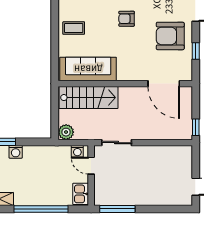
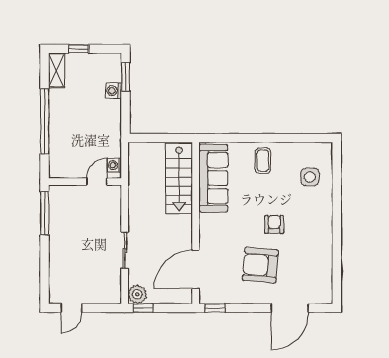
armchair: (170, 36) -> (260, 265), moved, turned -85
window: (196, 51) -> (215, 308), moved
plant: (66, 132) -> (137, 294), moved
sliding door: (117, 143) -> (125, 250), moved
kitchen sink: (81, 194) -> (63, 169), removed

